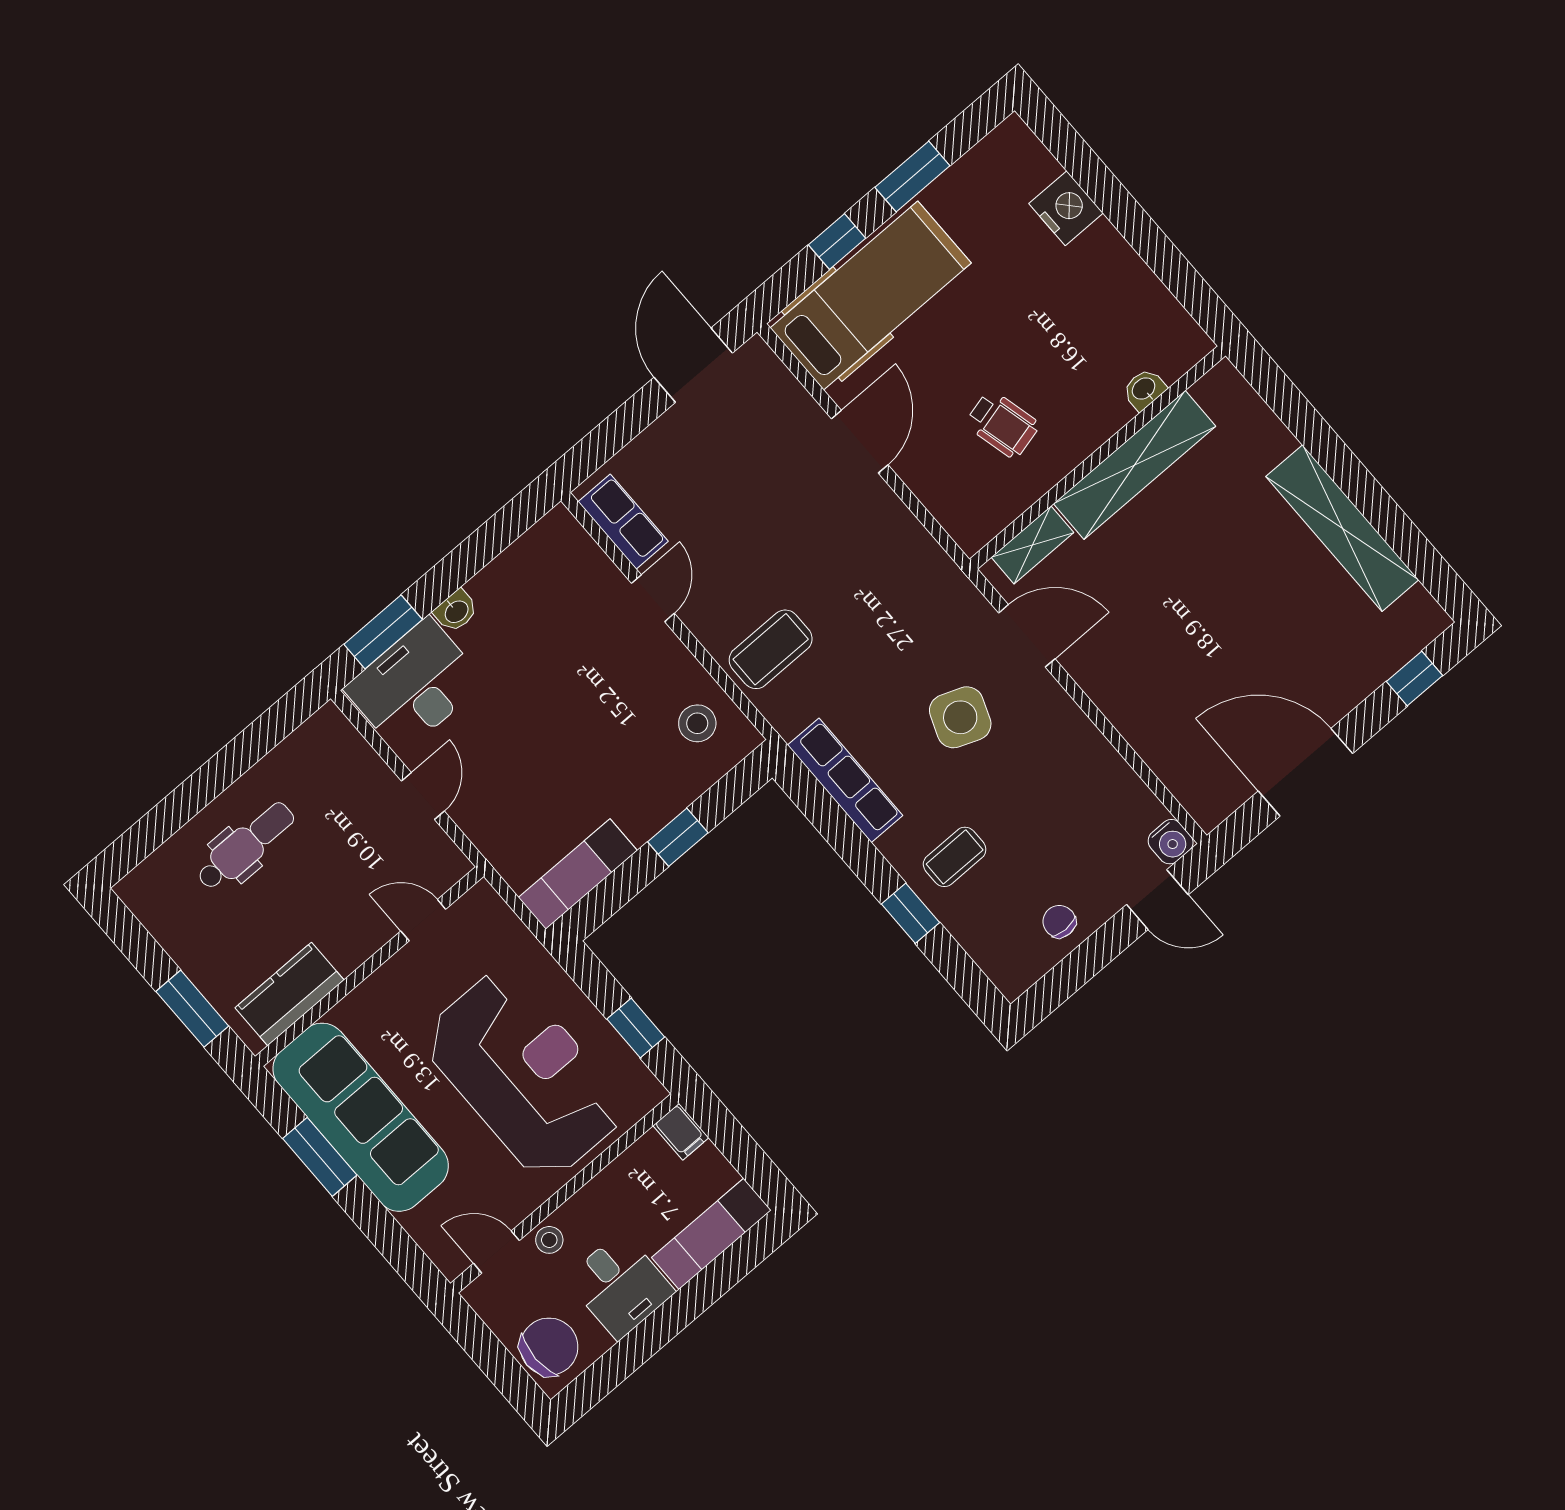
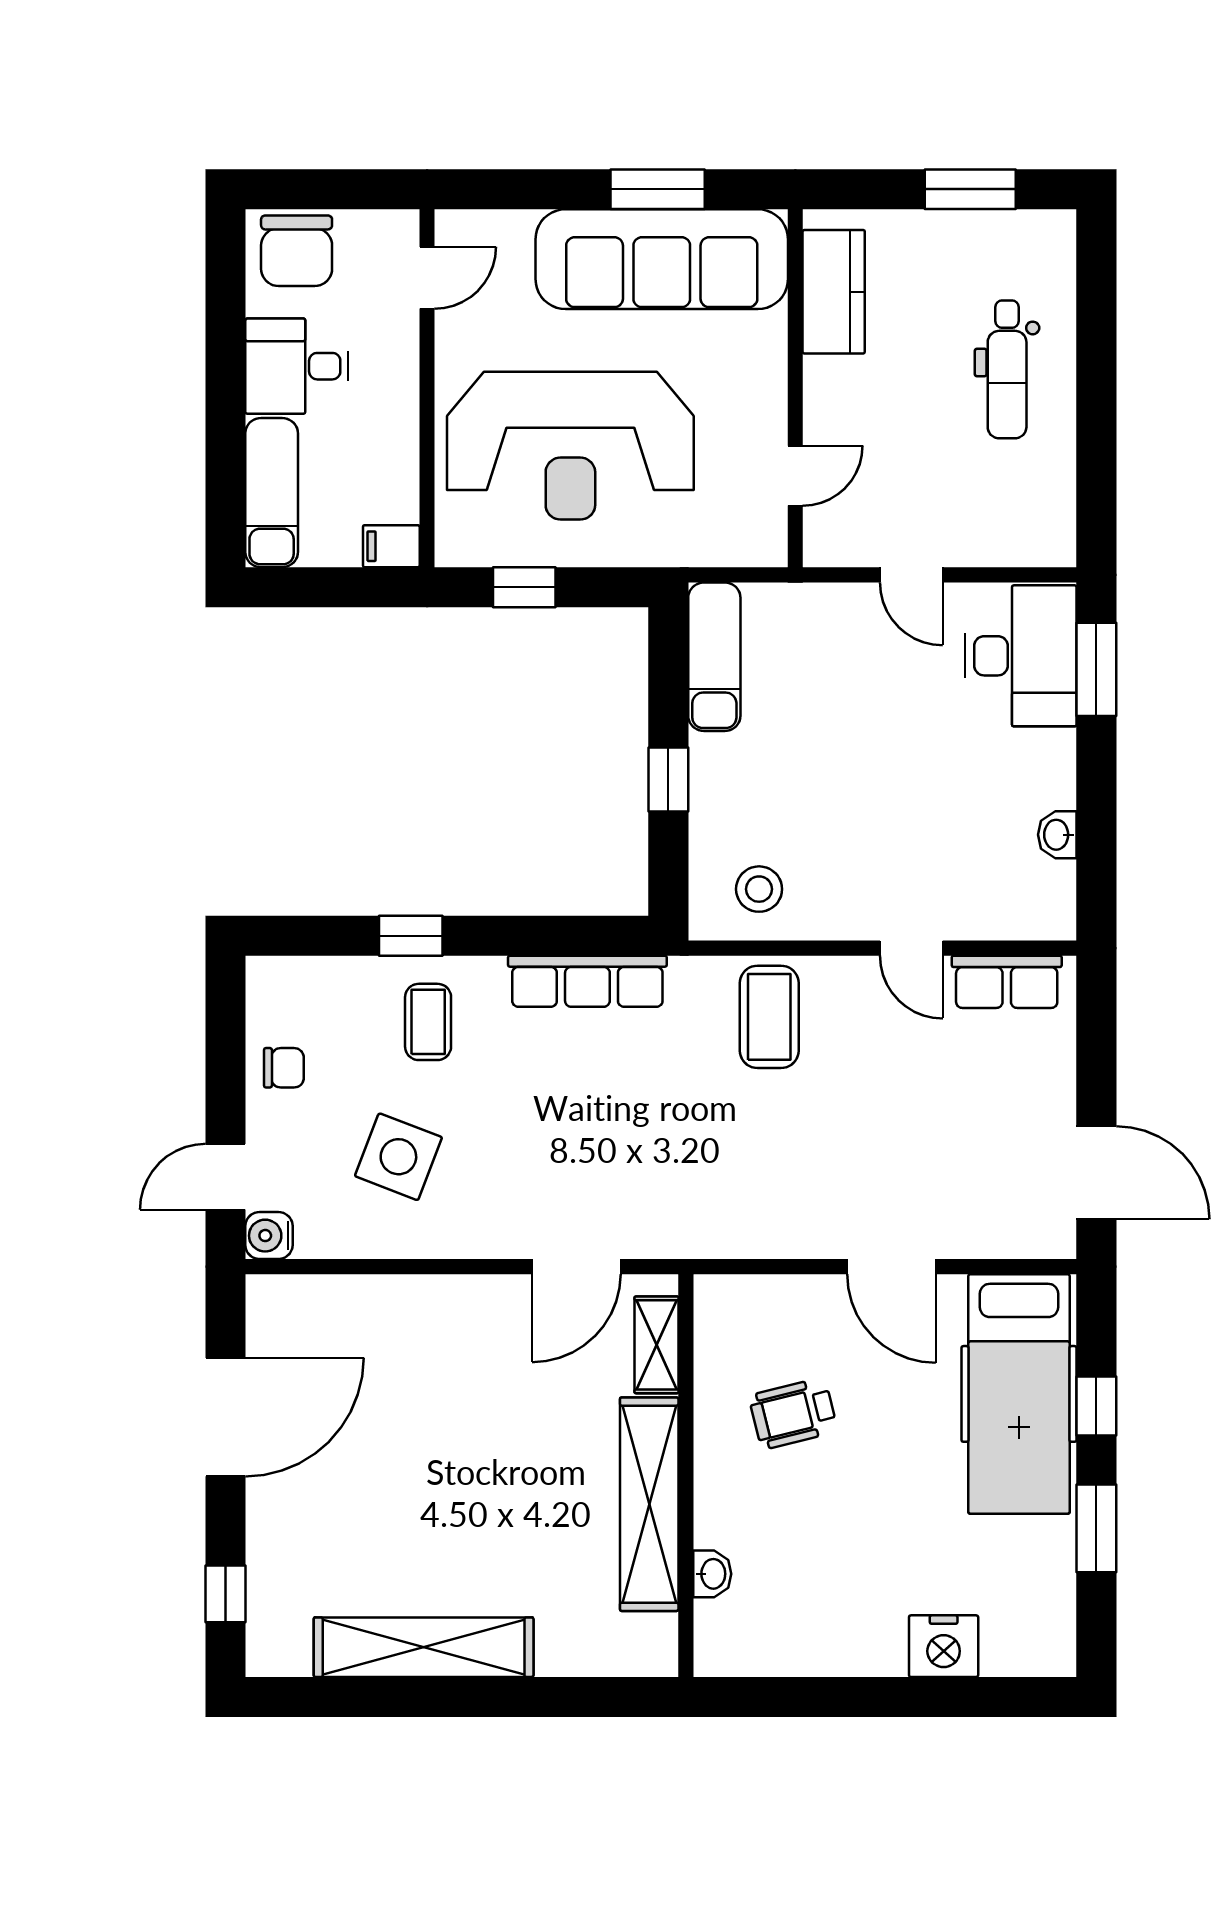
washbasin: (456, 611) -> (1057, 835), moved
side table: (960, 717) -> (398, 1157), moved
window: (192, 1009) -> (970, 189), moved
stool: (549, 1240) -> (396, 337), removed

